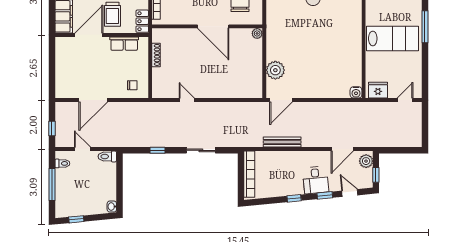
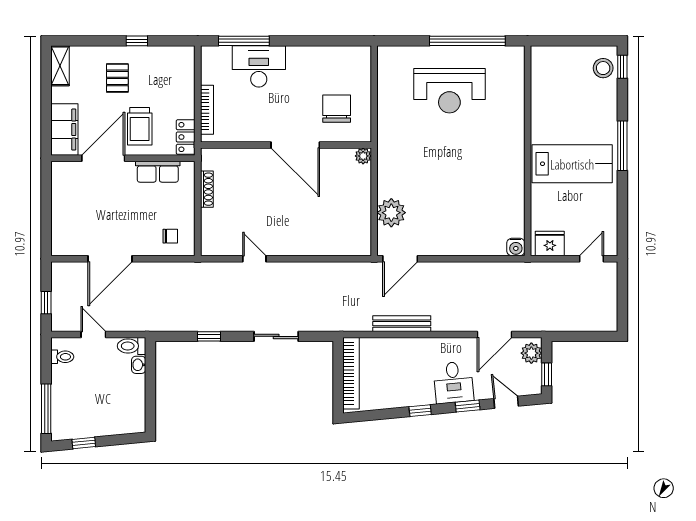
window: (52, 185) -> (46, 409), moved
washbasin: (112, 207) -> (139, 365), moved

